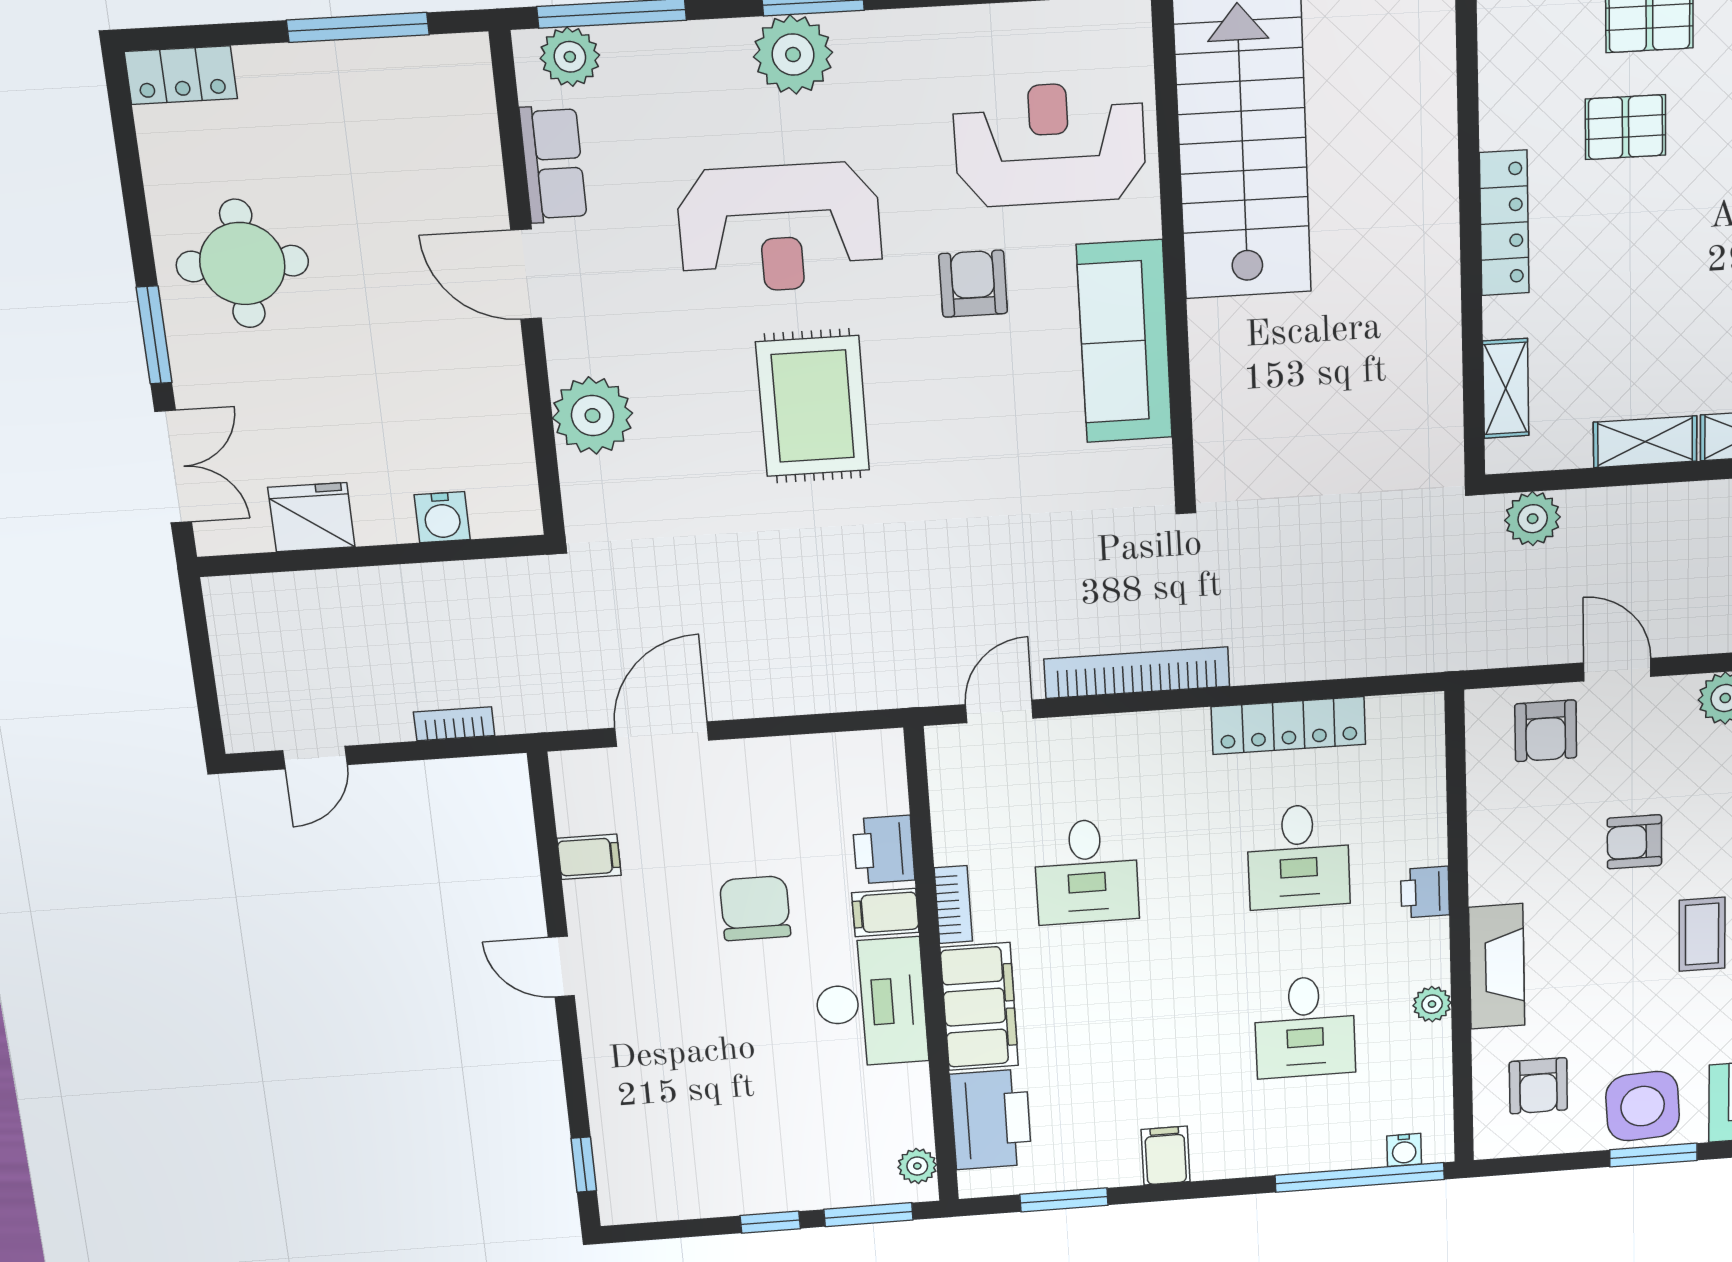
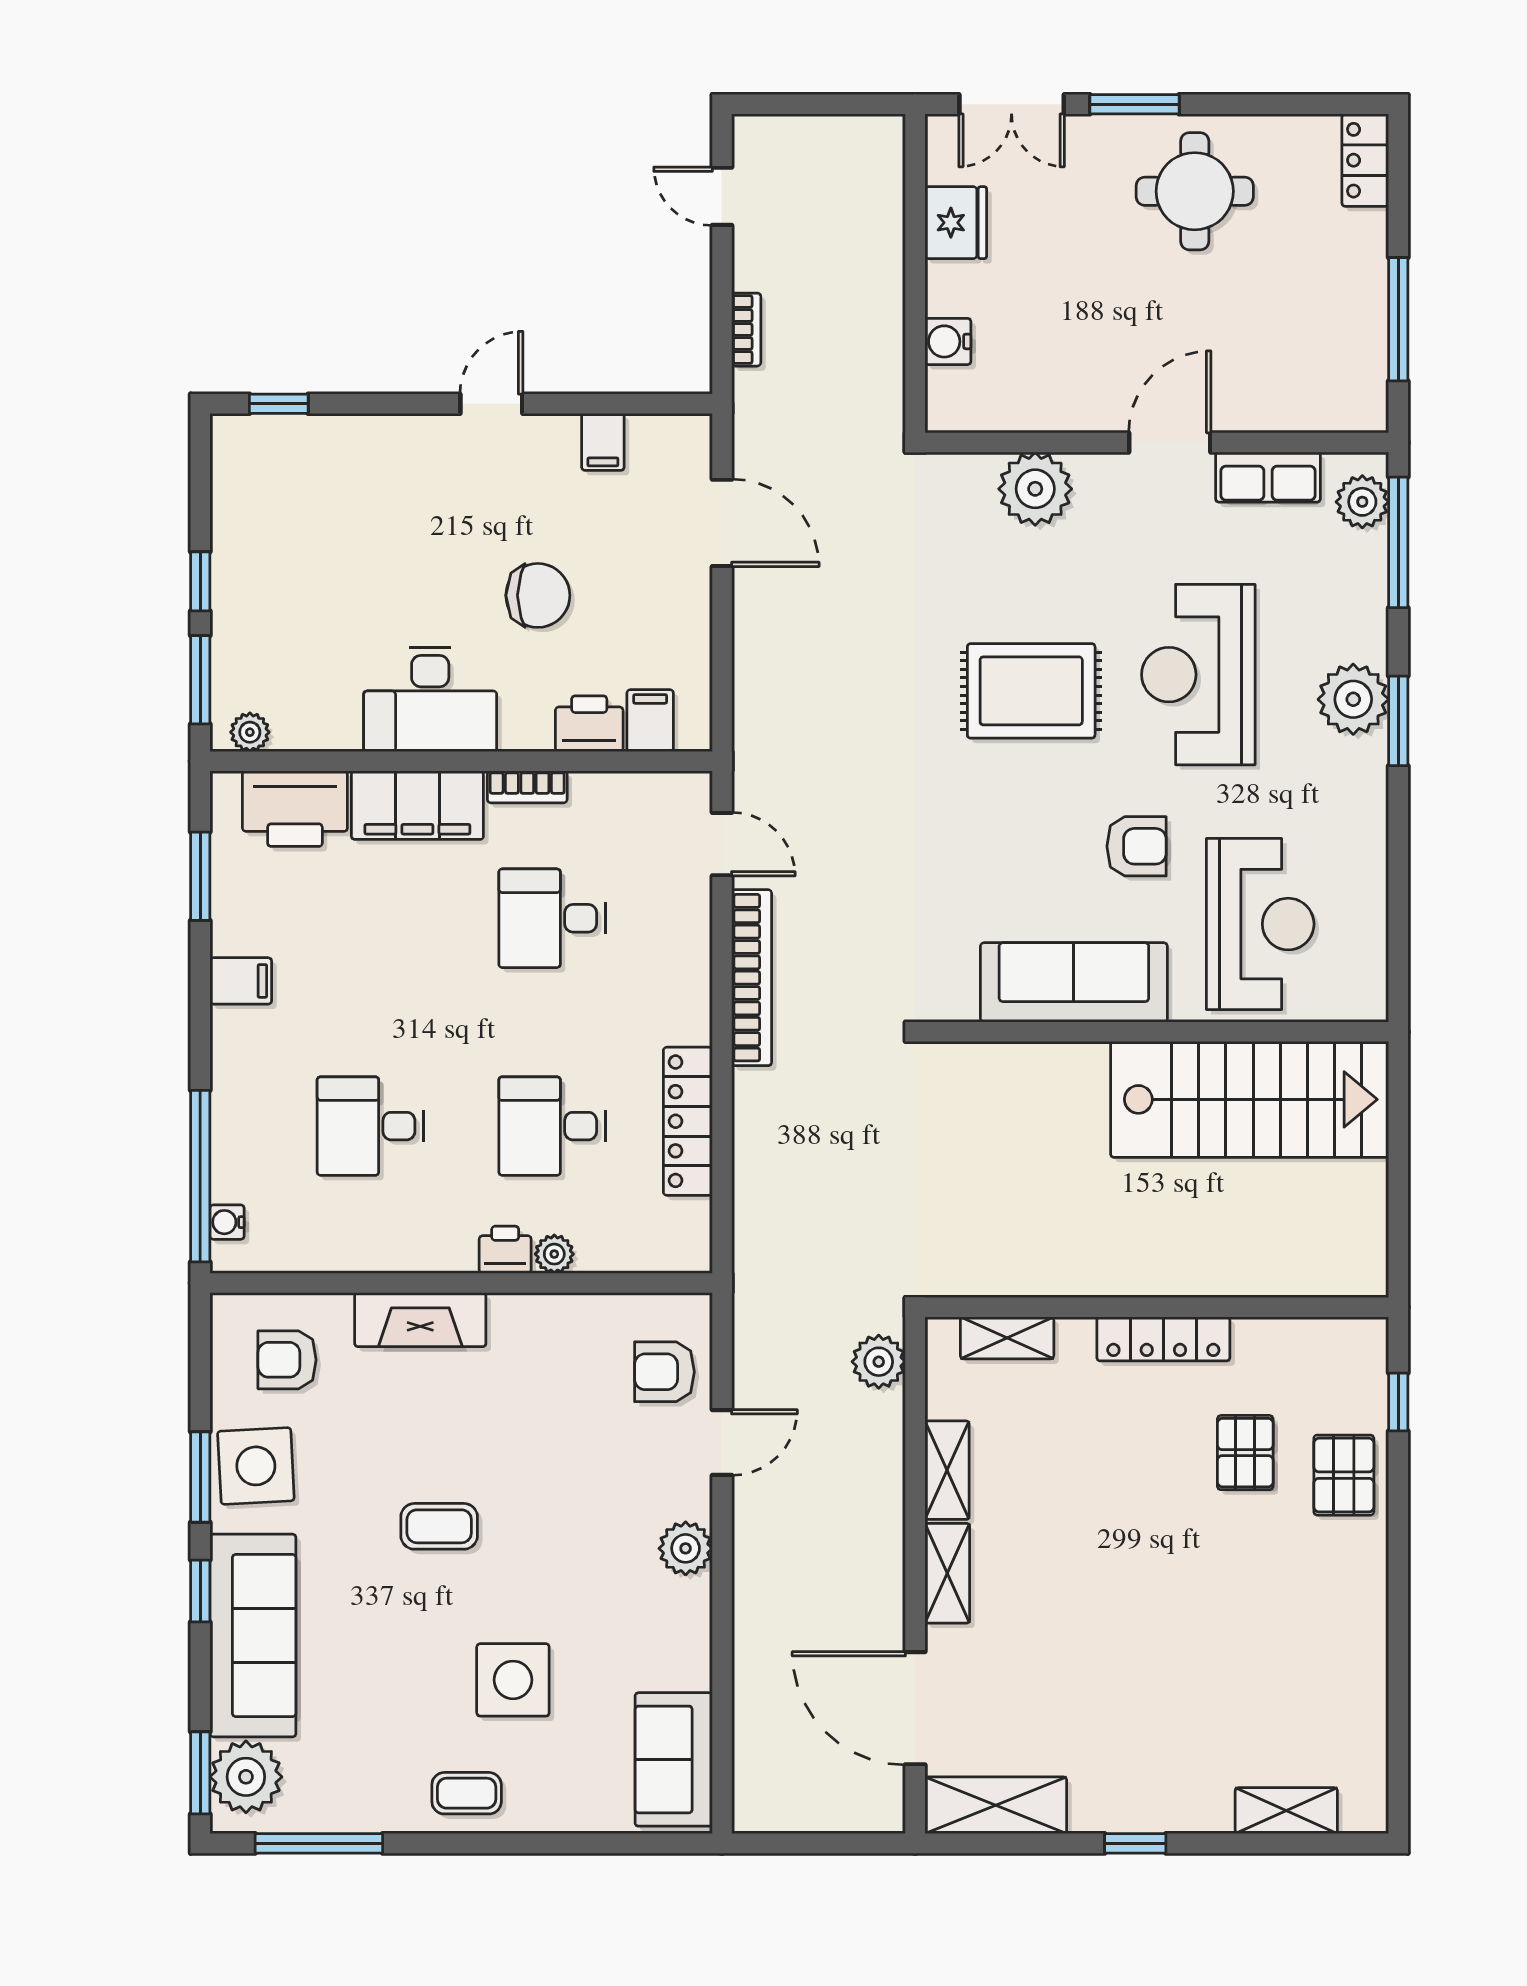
armchair: (1634, 842) -> (543, 1459), removed
filing cabinet: (885, 913) -> (650, 721), moved
plant: (1432, 1004) -> (554, 1254), moved

